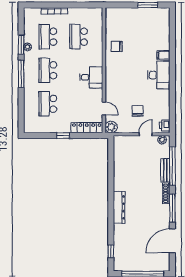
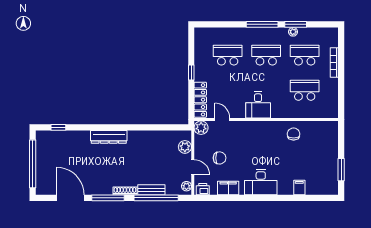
filing cabinet: (163, 55) -> (299, 188), moved
filing cabinet: (164, 103) -> (228, 188), added
door: (104, 108) -> (222, 119), swing flipped
plant: (128, 141) -> (185, 147), added

